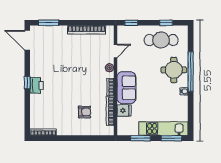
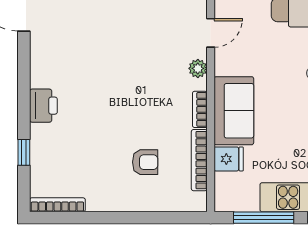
window: (27, 83) -> (24, 152), moved
window: (141, 138) -> (264, 218), width x1.44

